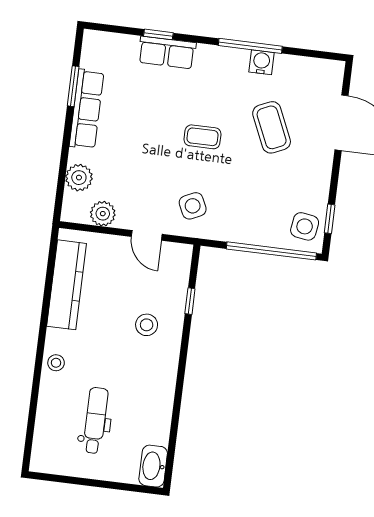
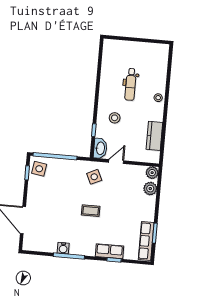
row of seats: (87, 109) -> (146, 241), moved
coffee table: (272, 127) -> (57, 217), removed
plant: (103, 214) -> (152, 173), moved
door: (147, 235) -> (116, 162), hinge flipped
kitchen counter: (67, 285) -> (154, 136), width x0.67
dental chair: (95, 420) -> (131, 84), moved
washbasin: (153, 466) -> (100, 148), moved

